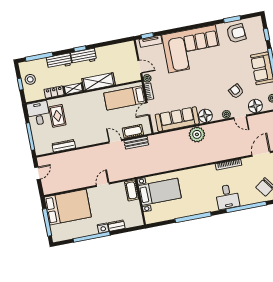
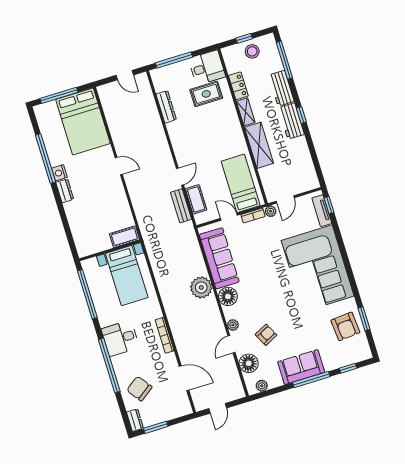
cot: (132, 190) -> (124, 237), moved
bed with nightstands: (160, 192) -> (127, 275), moved
wall: (140, 202) -> (110, 250), moved

